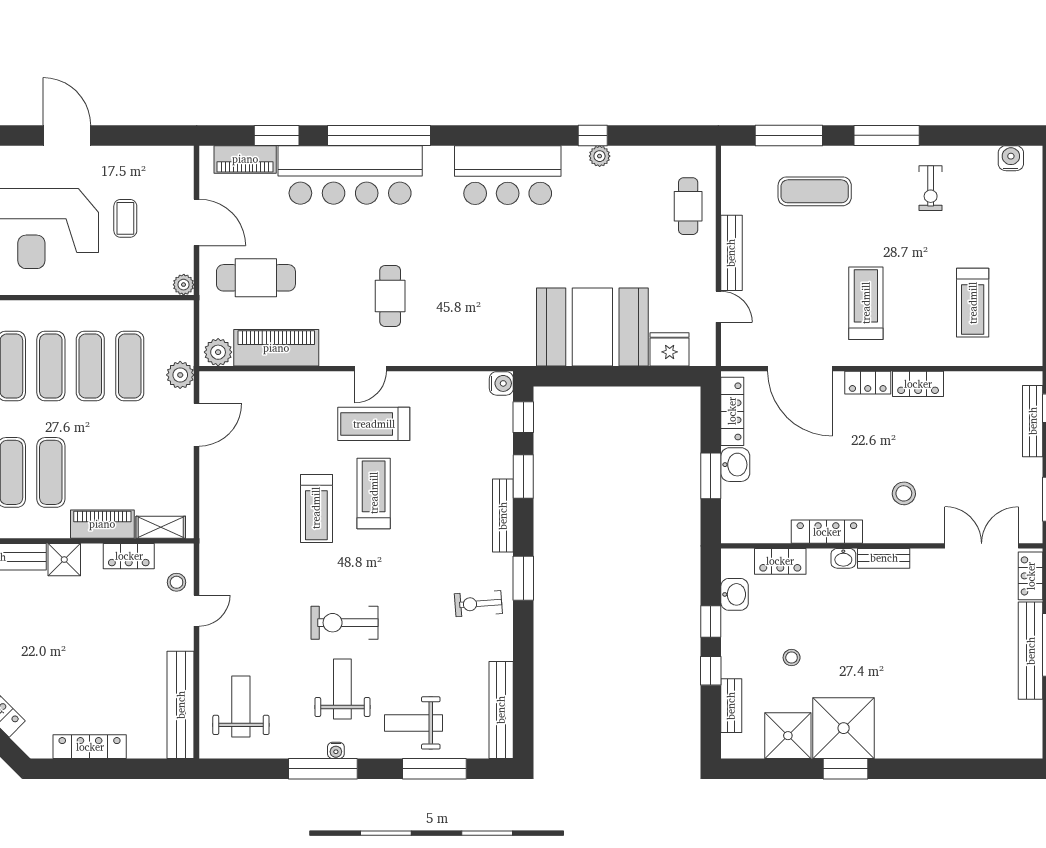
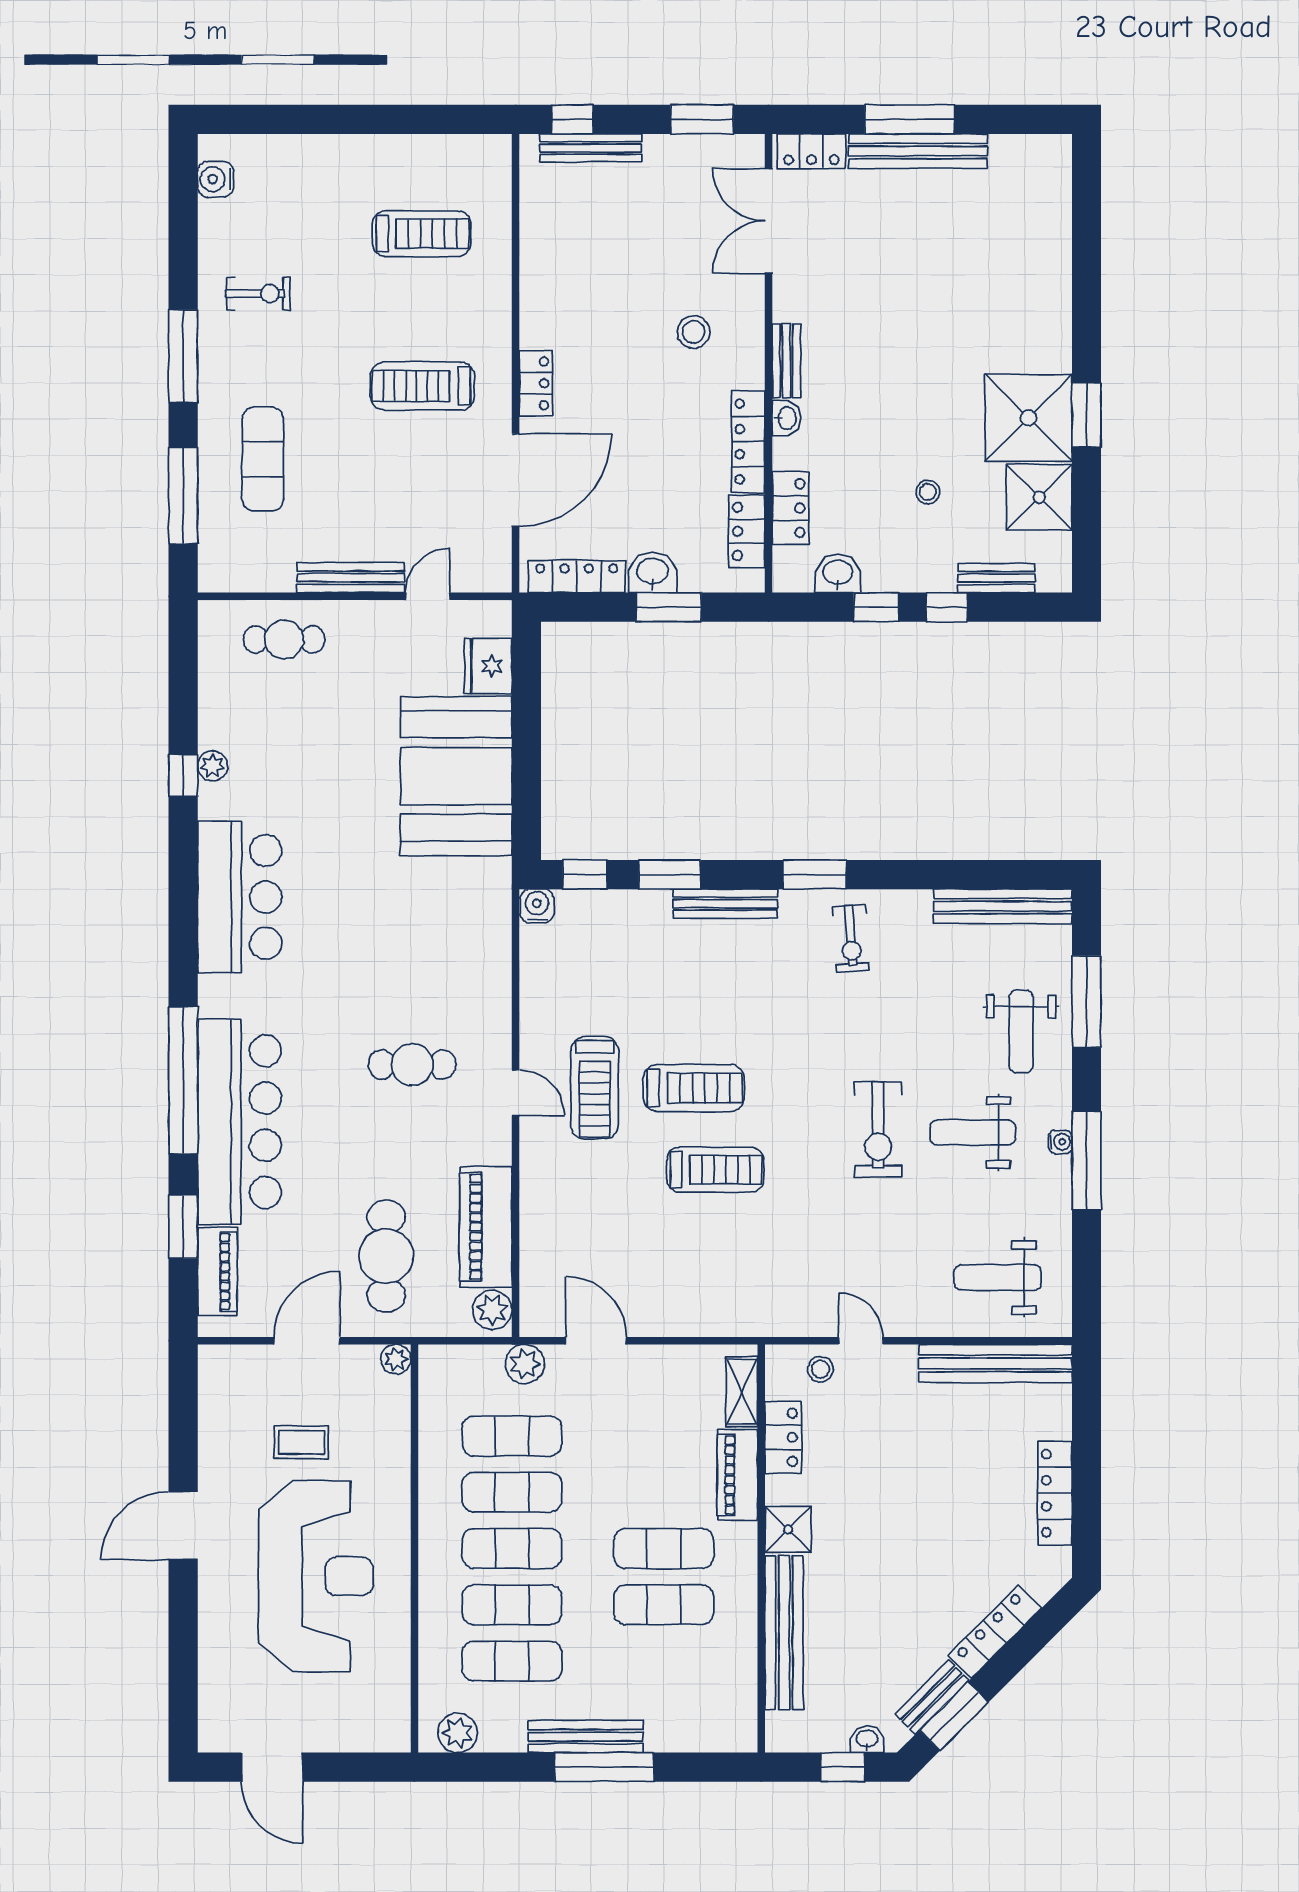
locker: (918, 384) -> (747, 531), moved, turned 180
treadmill: (374, 493) -> (694, 1088), turned 180

